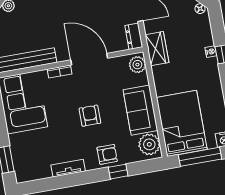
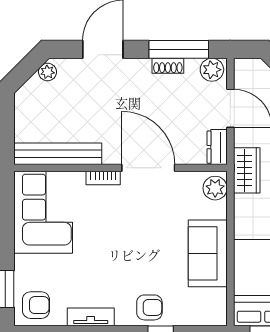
armchair: (90, 116) -> (36, 305), moved, turned 90
plant: (149, 144) -> (212, 304), removed

